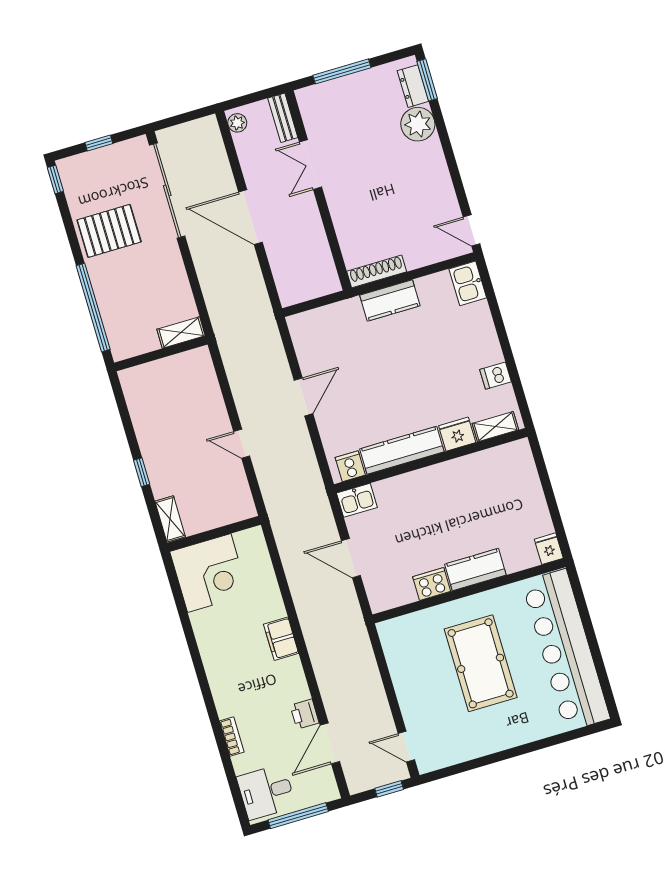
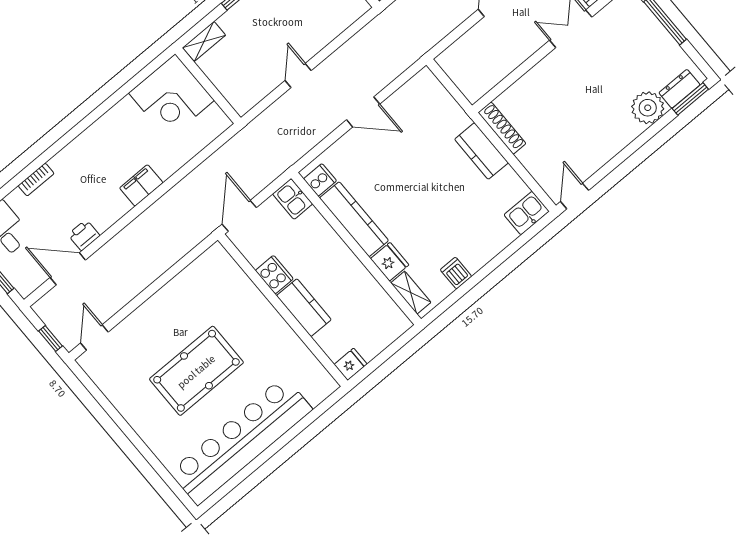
fridge: (549, 549) -> (351, 364), moved
kitchen counter: (475, 570) -> (304, 308), moved
cooker: (432, 584) -> (274, 275), moved
wall: (469, 591) -> (283, 310), moved

